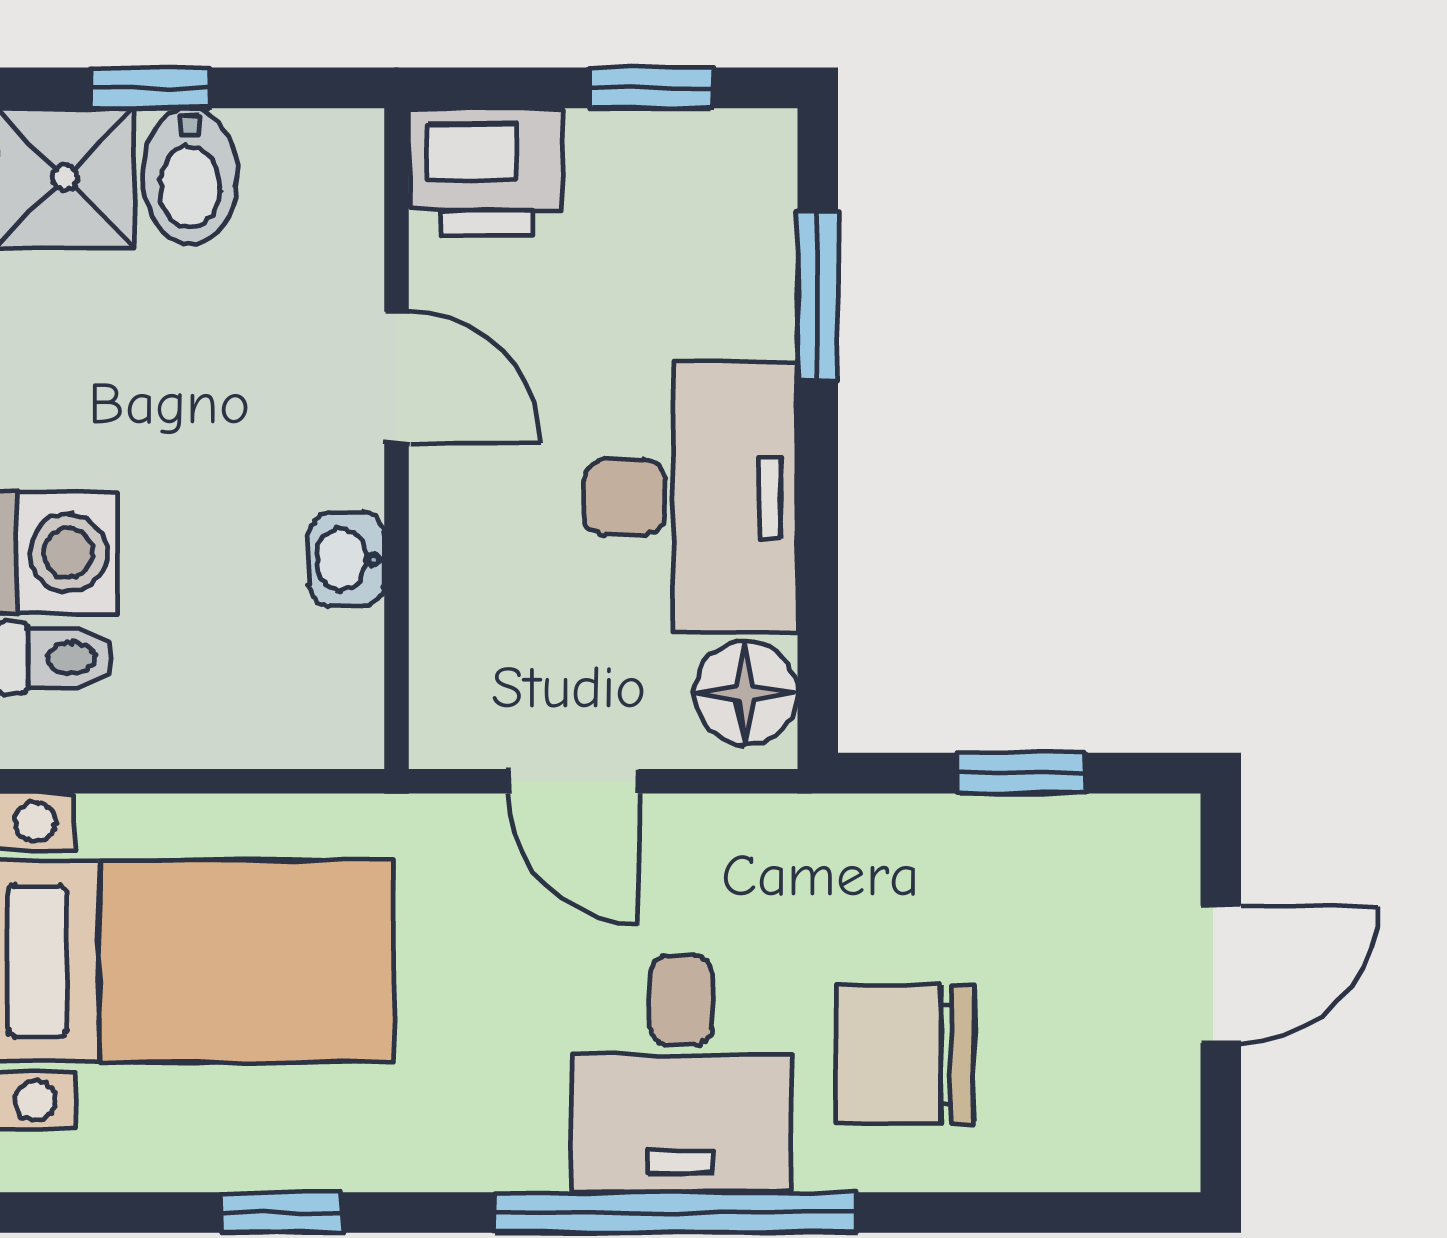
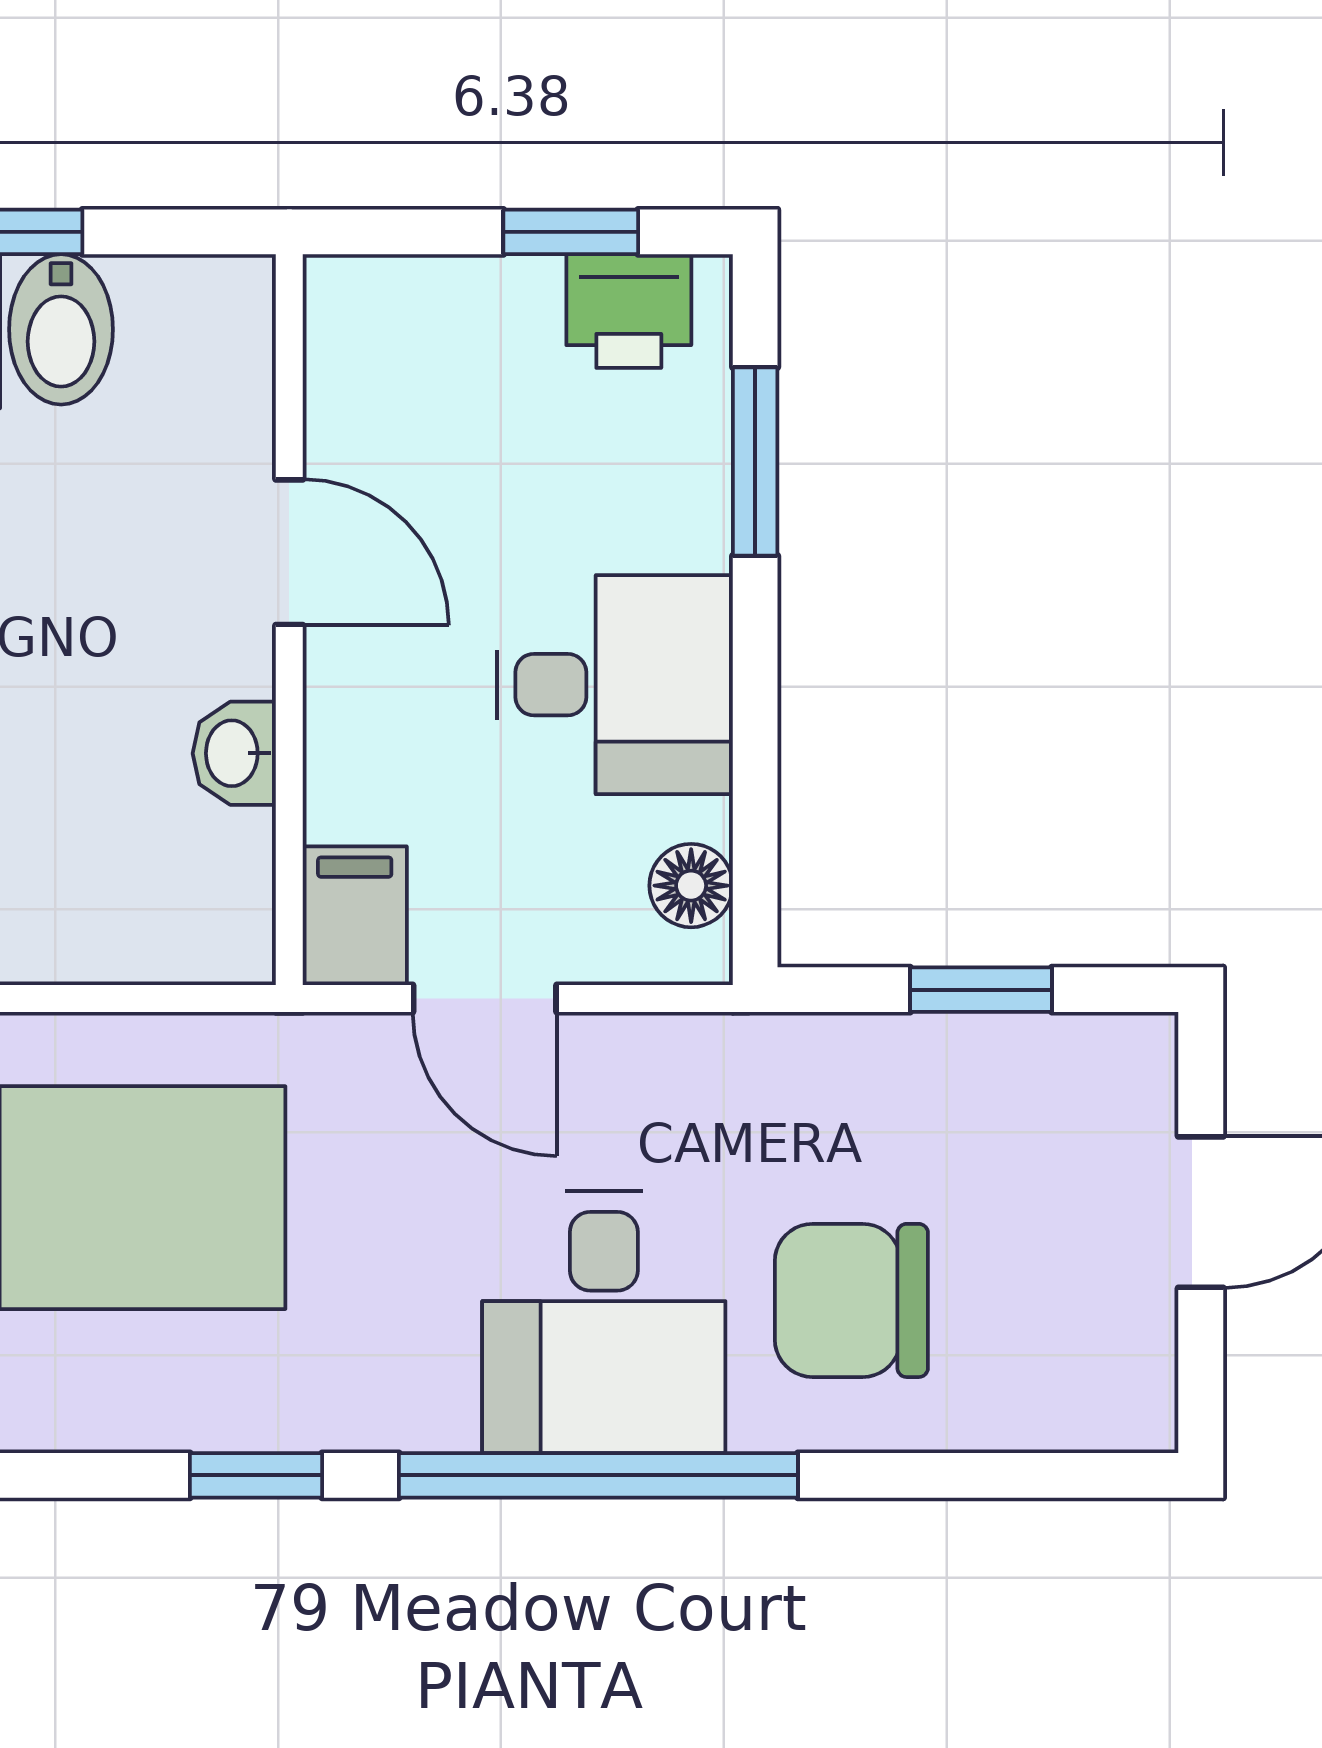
printer: (486, 172) -> (629, 311), moved, width x0.73, depth x0.81
desk: (691, 497) -> (615, 685), width x0.73
floor lamp: (746, 693) -> (691, 886), width x0.73, depth x0.73
filing cabinet: (456, 706) -> (355, 916), added
window: (282, 1213) -> (256, 1475), moved

